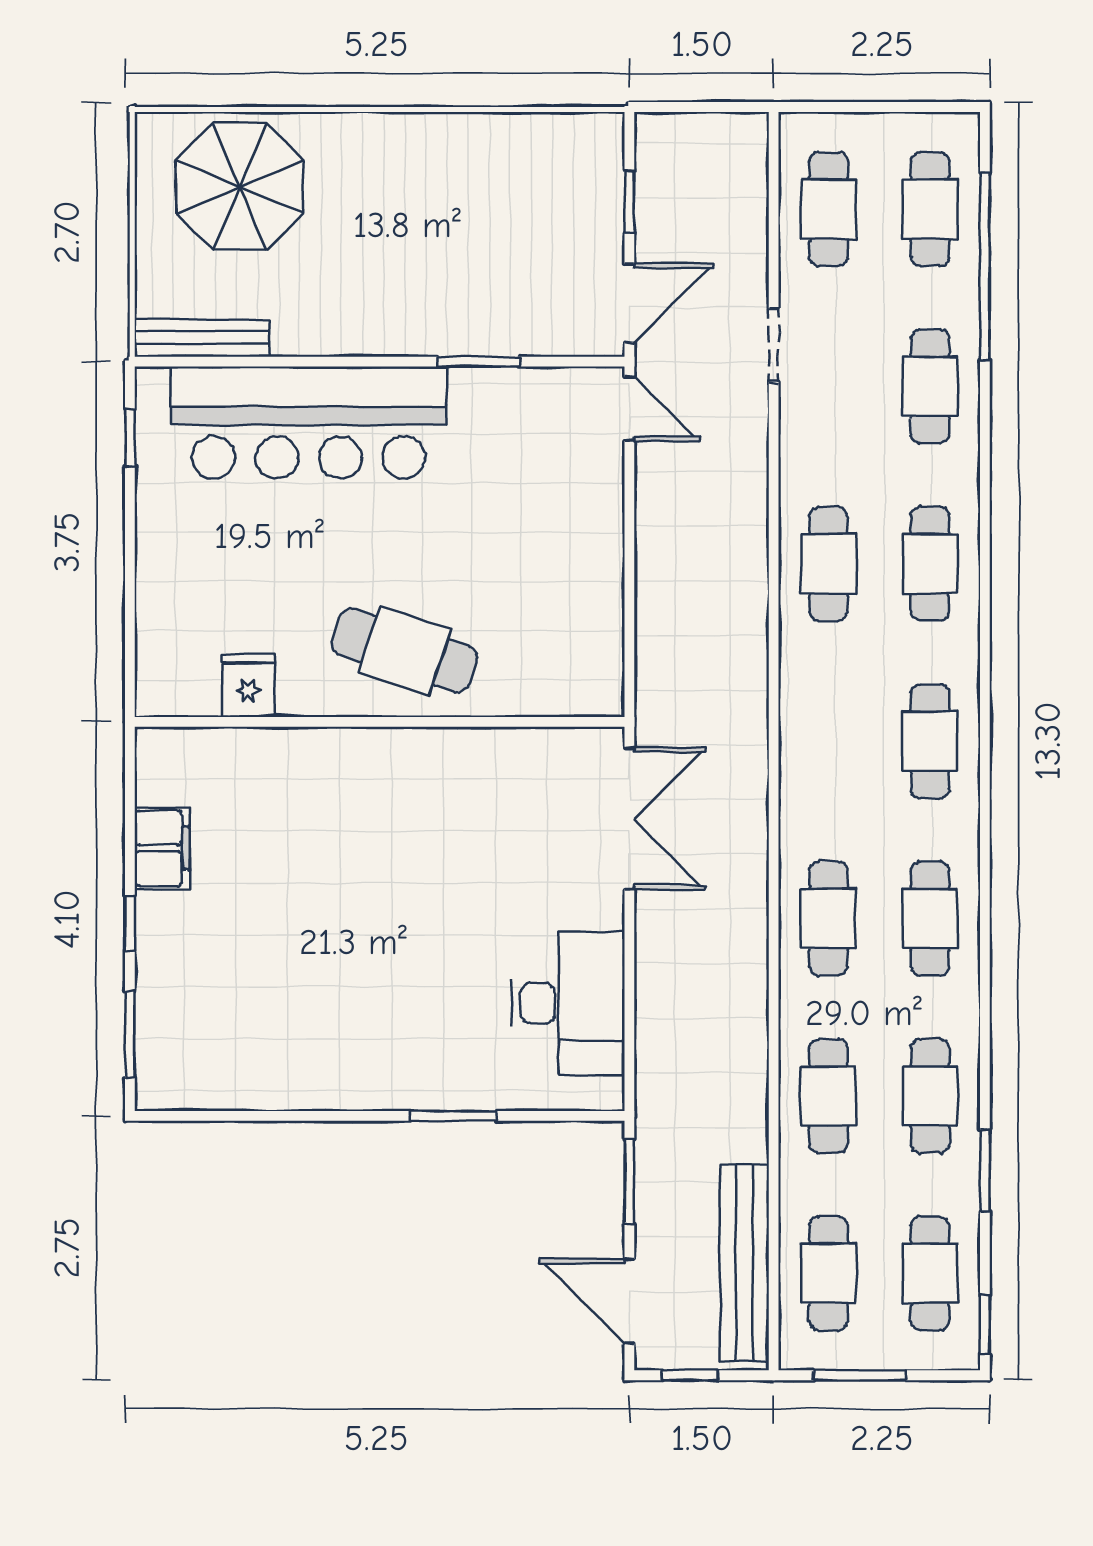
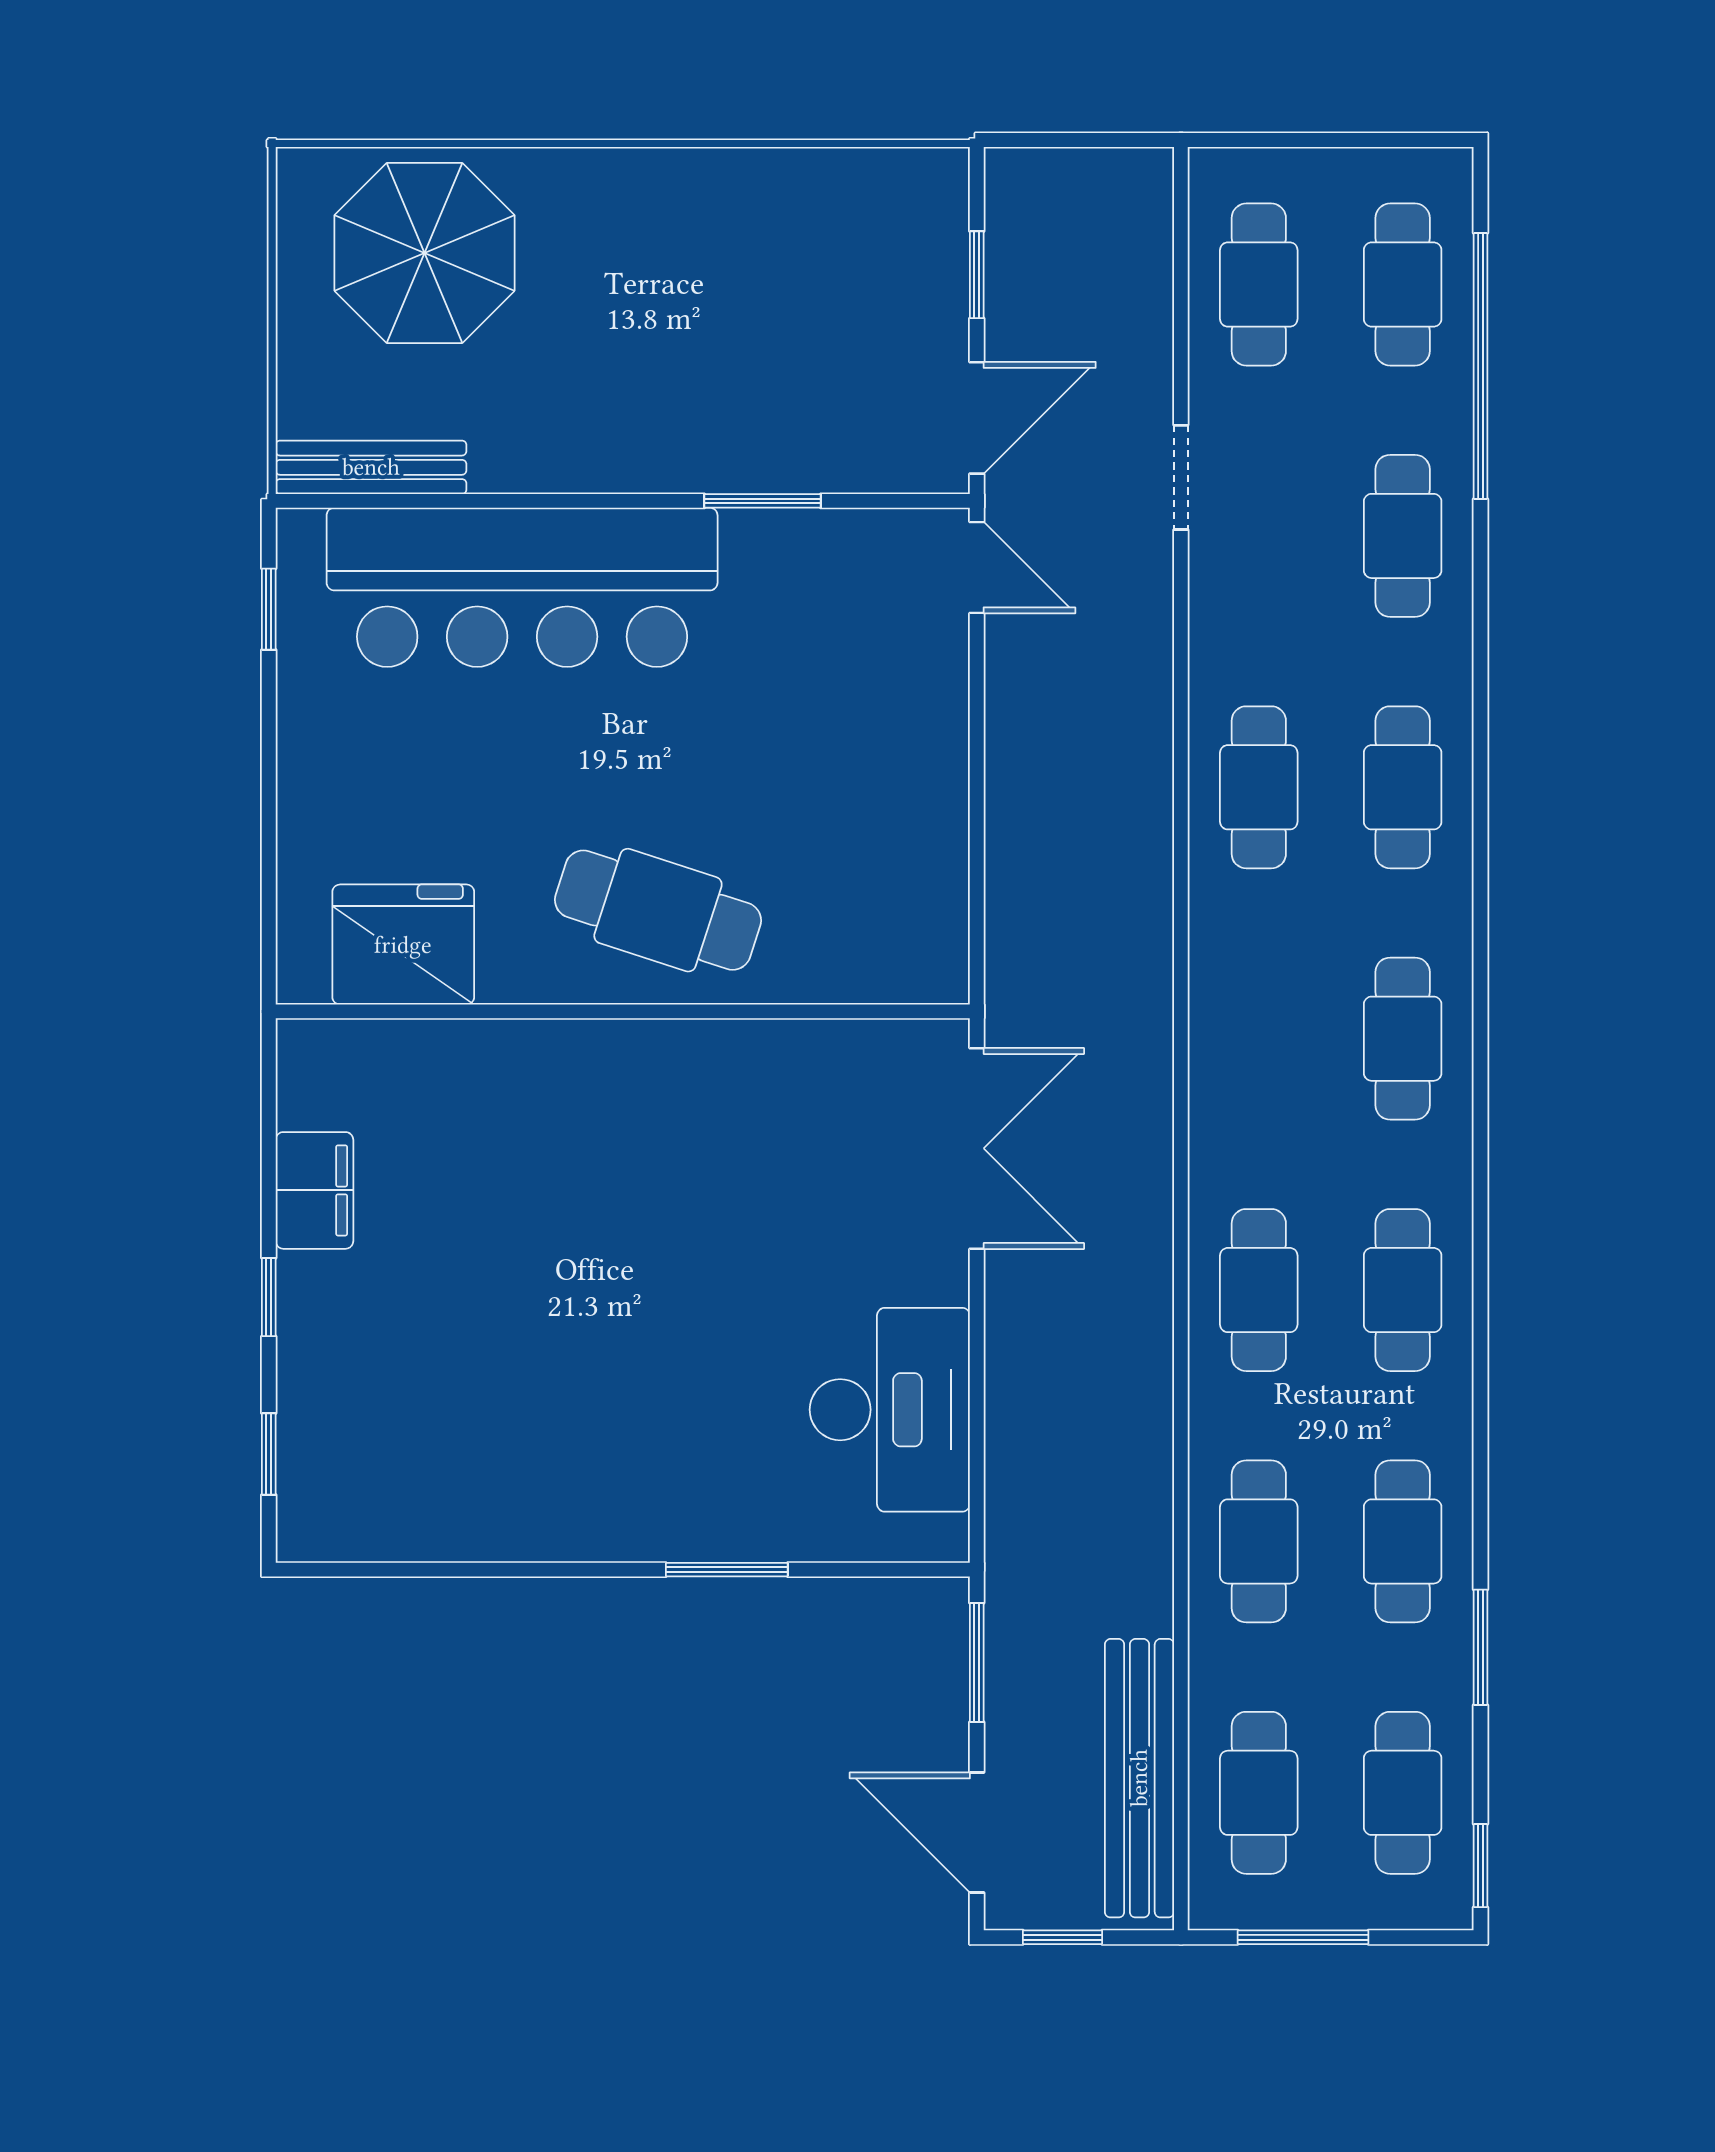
fridge: (248, 685) -> (403, 945), width x1.88, depth x1.34
window: (130, 1034) -> (269, 1454), width x0.67

